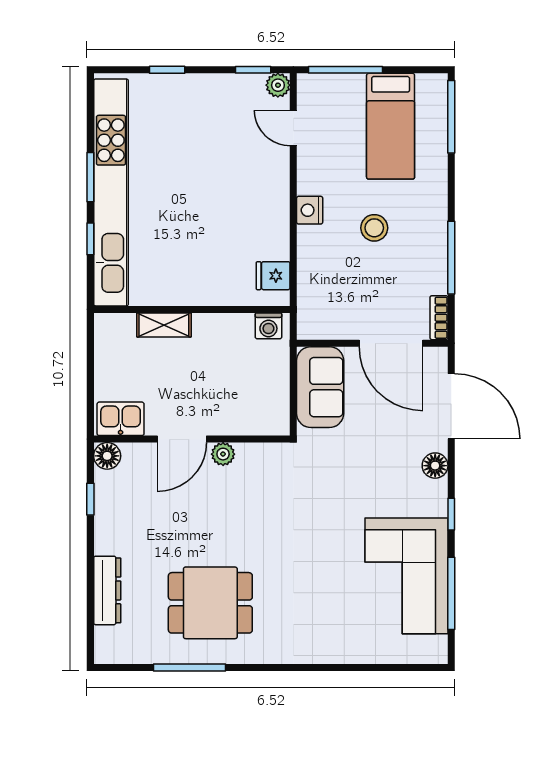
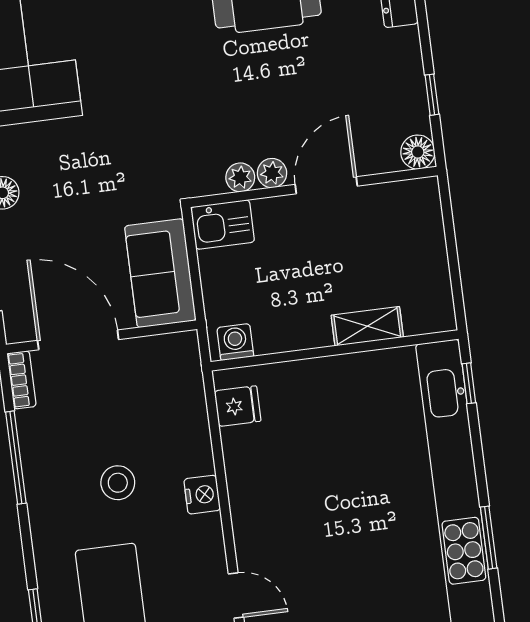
window: (90, 177) -> (489, 538), moved
window: (90, 239) -> (469, 383), moved
kitchen sink: (121, 419) -> (223, 225), moved
plant: (248, 454) -> (240, 177), added

